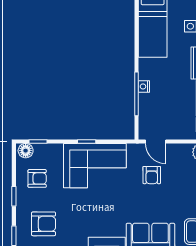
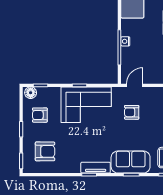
door: (156, 141) -> (135, 85), swing flipped
armchair: (152, 175) -> (132, 112), turned 90
armchair: (37, 178) -> (40, 115), turned 180

